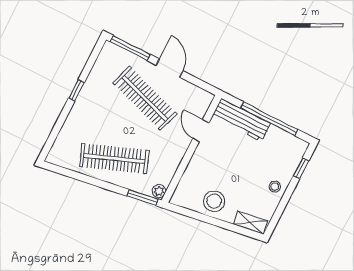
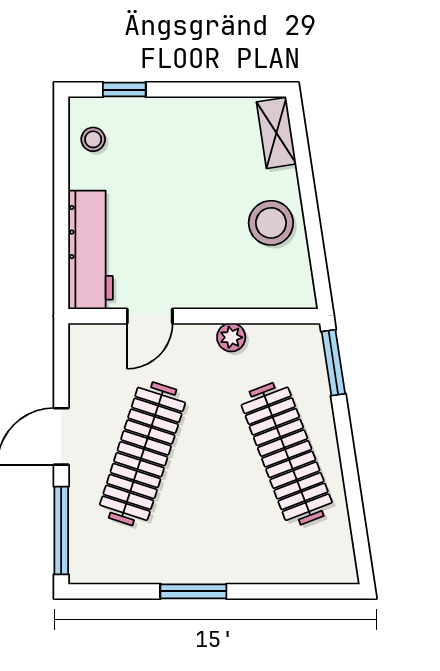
window: (77, 90) -> (193, 591), width x1.50
window: (269, 119) -> (61, 198), removed
stool: (275, 187) -> (93, 139), moved
plant: (159, 191) -> (231, 337), moved

